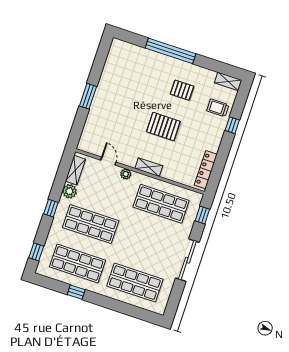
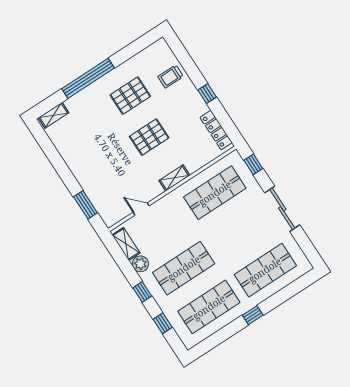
shelving: (228, 81) -> (54, 115), moved
pallet: (182, 90) -> (130, 96), width x1.50, depth x1.42
window: (88, 96) -> (85, 205), moved
window: (232, 125) -> (207, 94), moved
plant: (126, 174) -> (164, 203), removed
window: (36, 252) -> (163, 323), moved
window: (76, 292) -> (253, 315), moved

